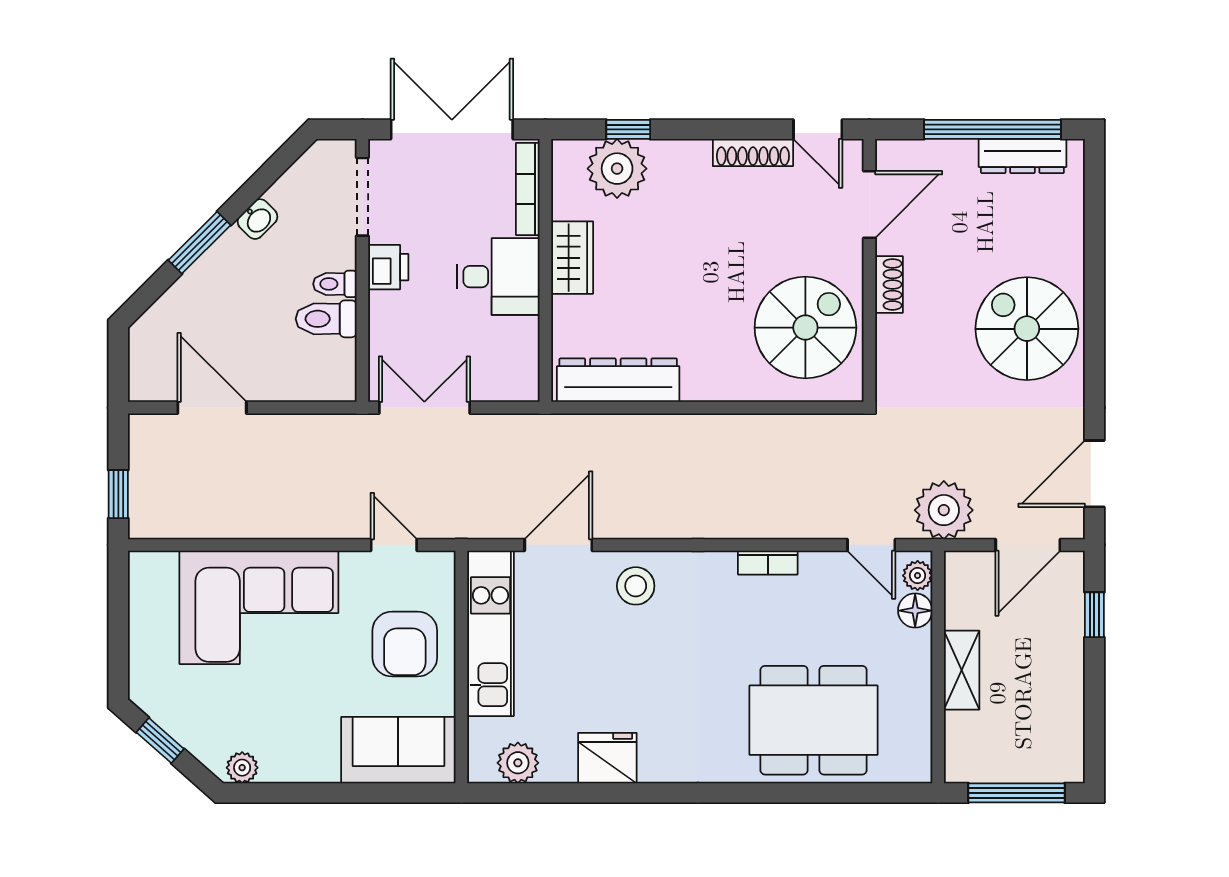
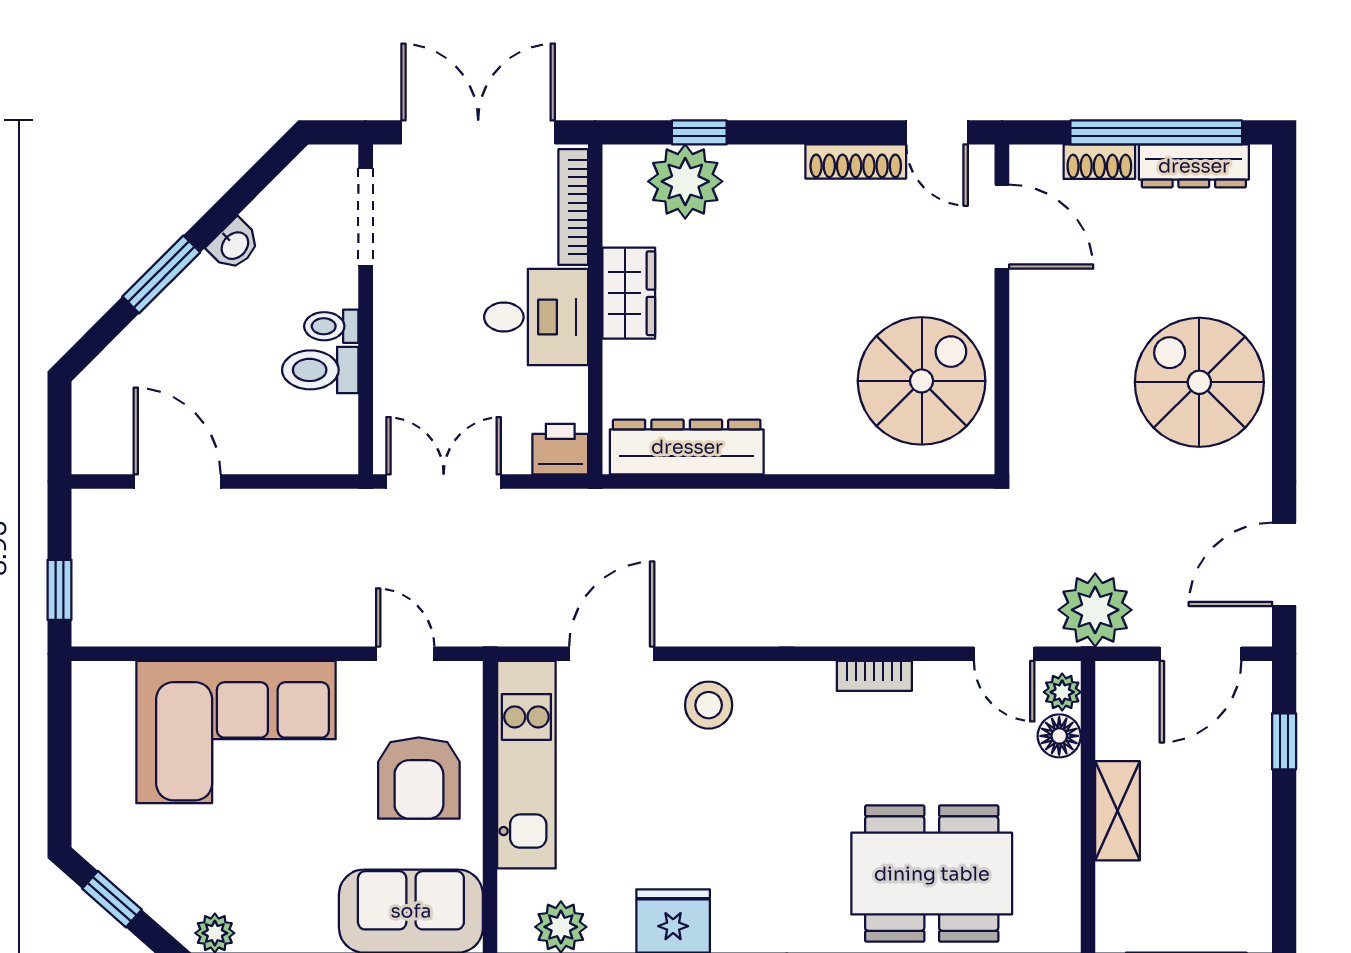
door: (869, 205) -> (1002, 227), hinge flipped
printer: (388, 267) -> (560, 449), moved, turned -90
shoe rack: (889, 284) -> (1099, 162), moved, turned 90

